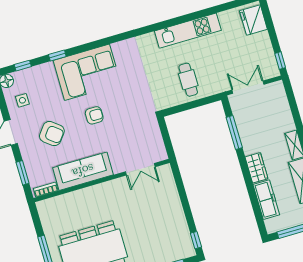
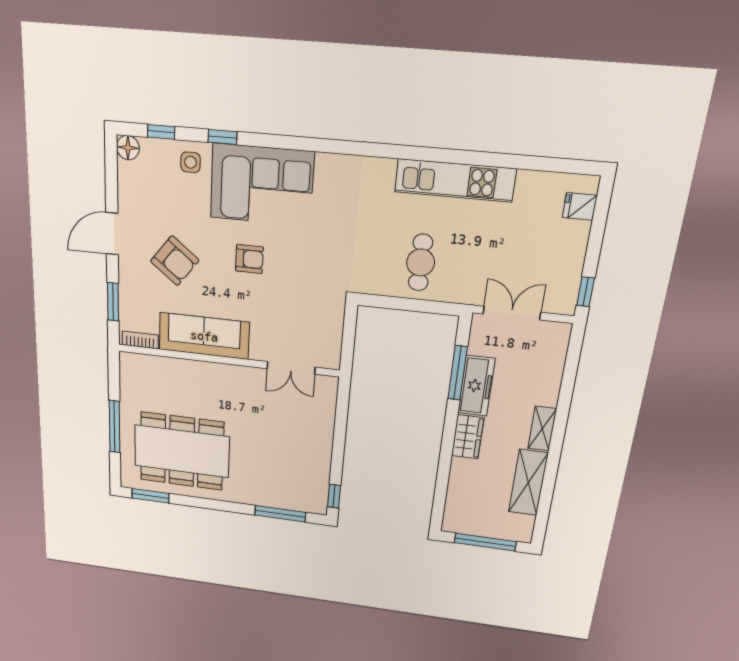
fridge: (253, 20) -> (580, 206), width x0.53, depth x0.75
side table: (22, 100) -> (190, 162), moved
freezer: (266, 200) -> (476, 386), moved

